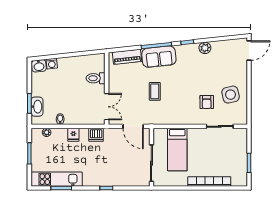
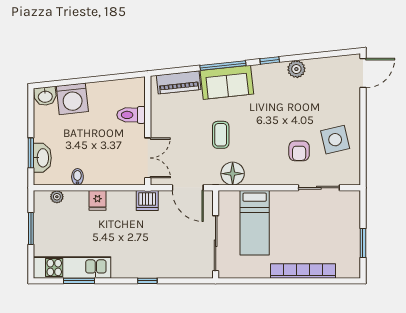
washing machine: (52, 64) -> (72, 99), width x1.89, depth x1.89
floor lamp: (163, 117) -> (233, 174), added
dishwasher: (96, 135) -> (147, 200), moved

